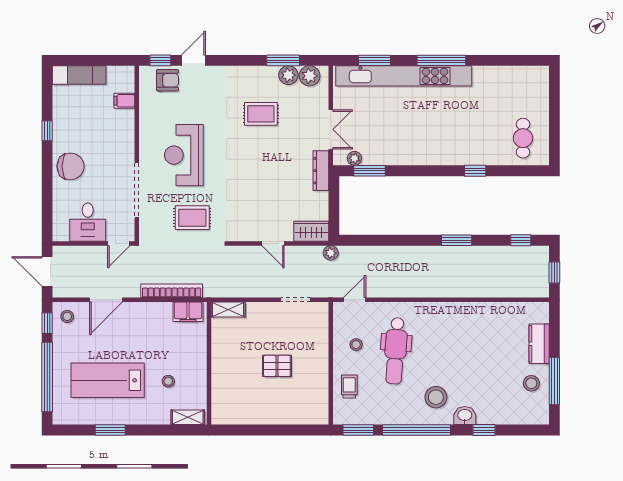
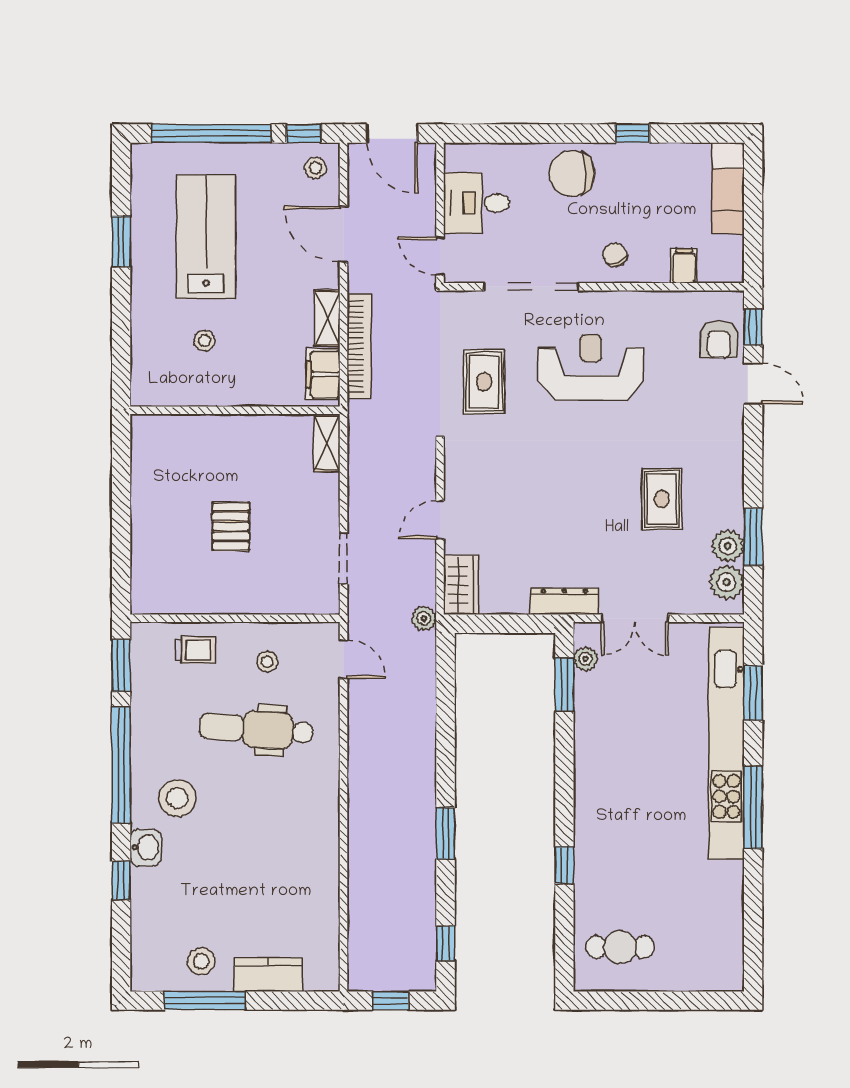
chair: (118, 141) -> (615, 255), added
chair: (71, 166) -> (572, 174), turned 90
door: (47, 271) -> (392, 134), swing flipped
shelving: (188, 417) -> (327, 318), moved

